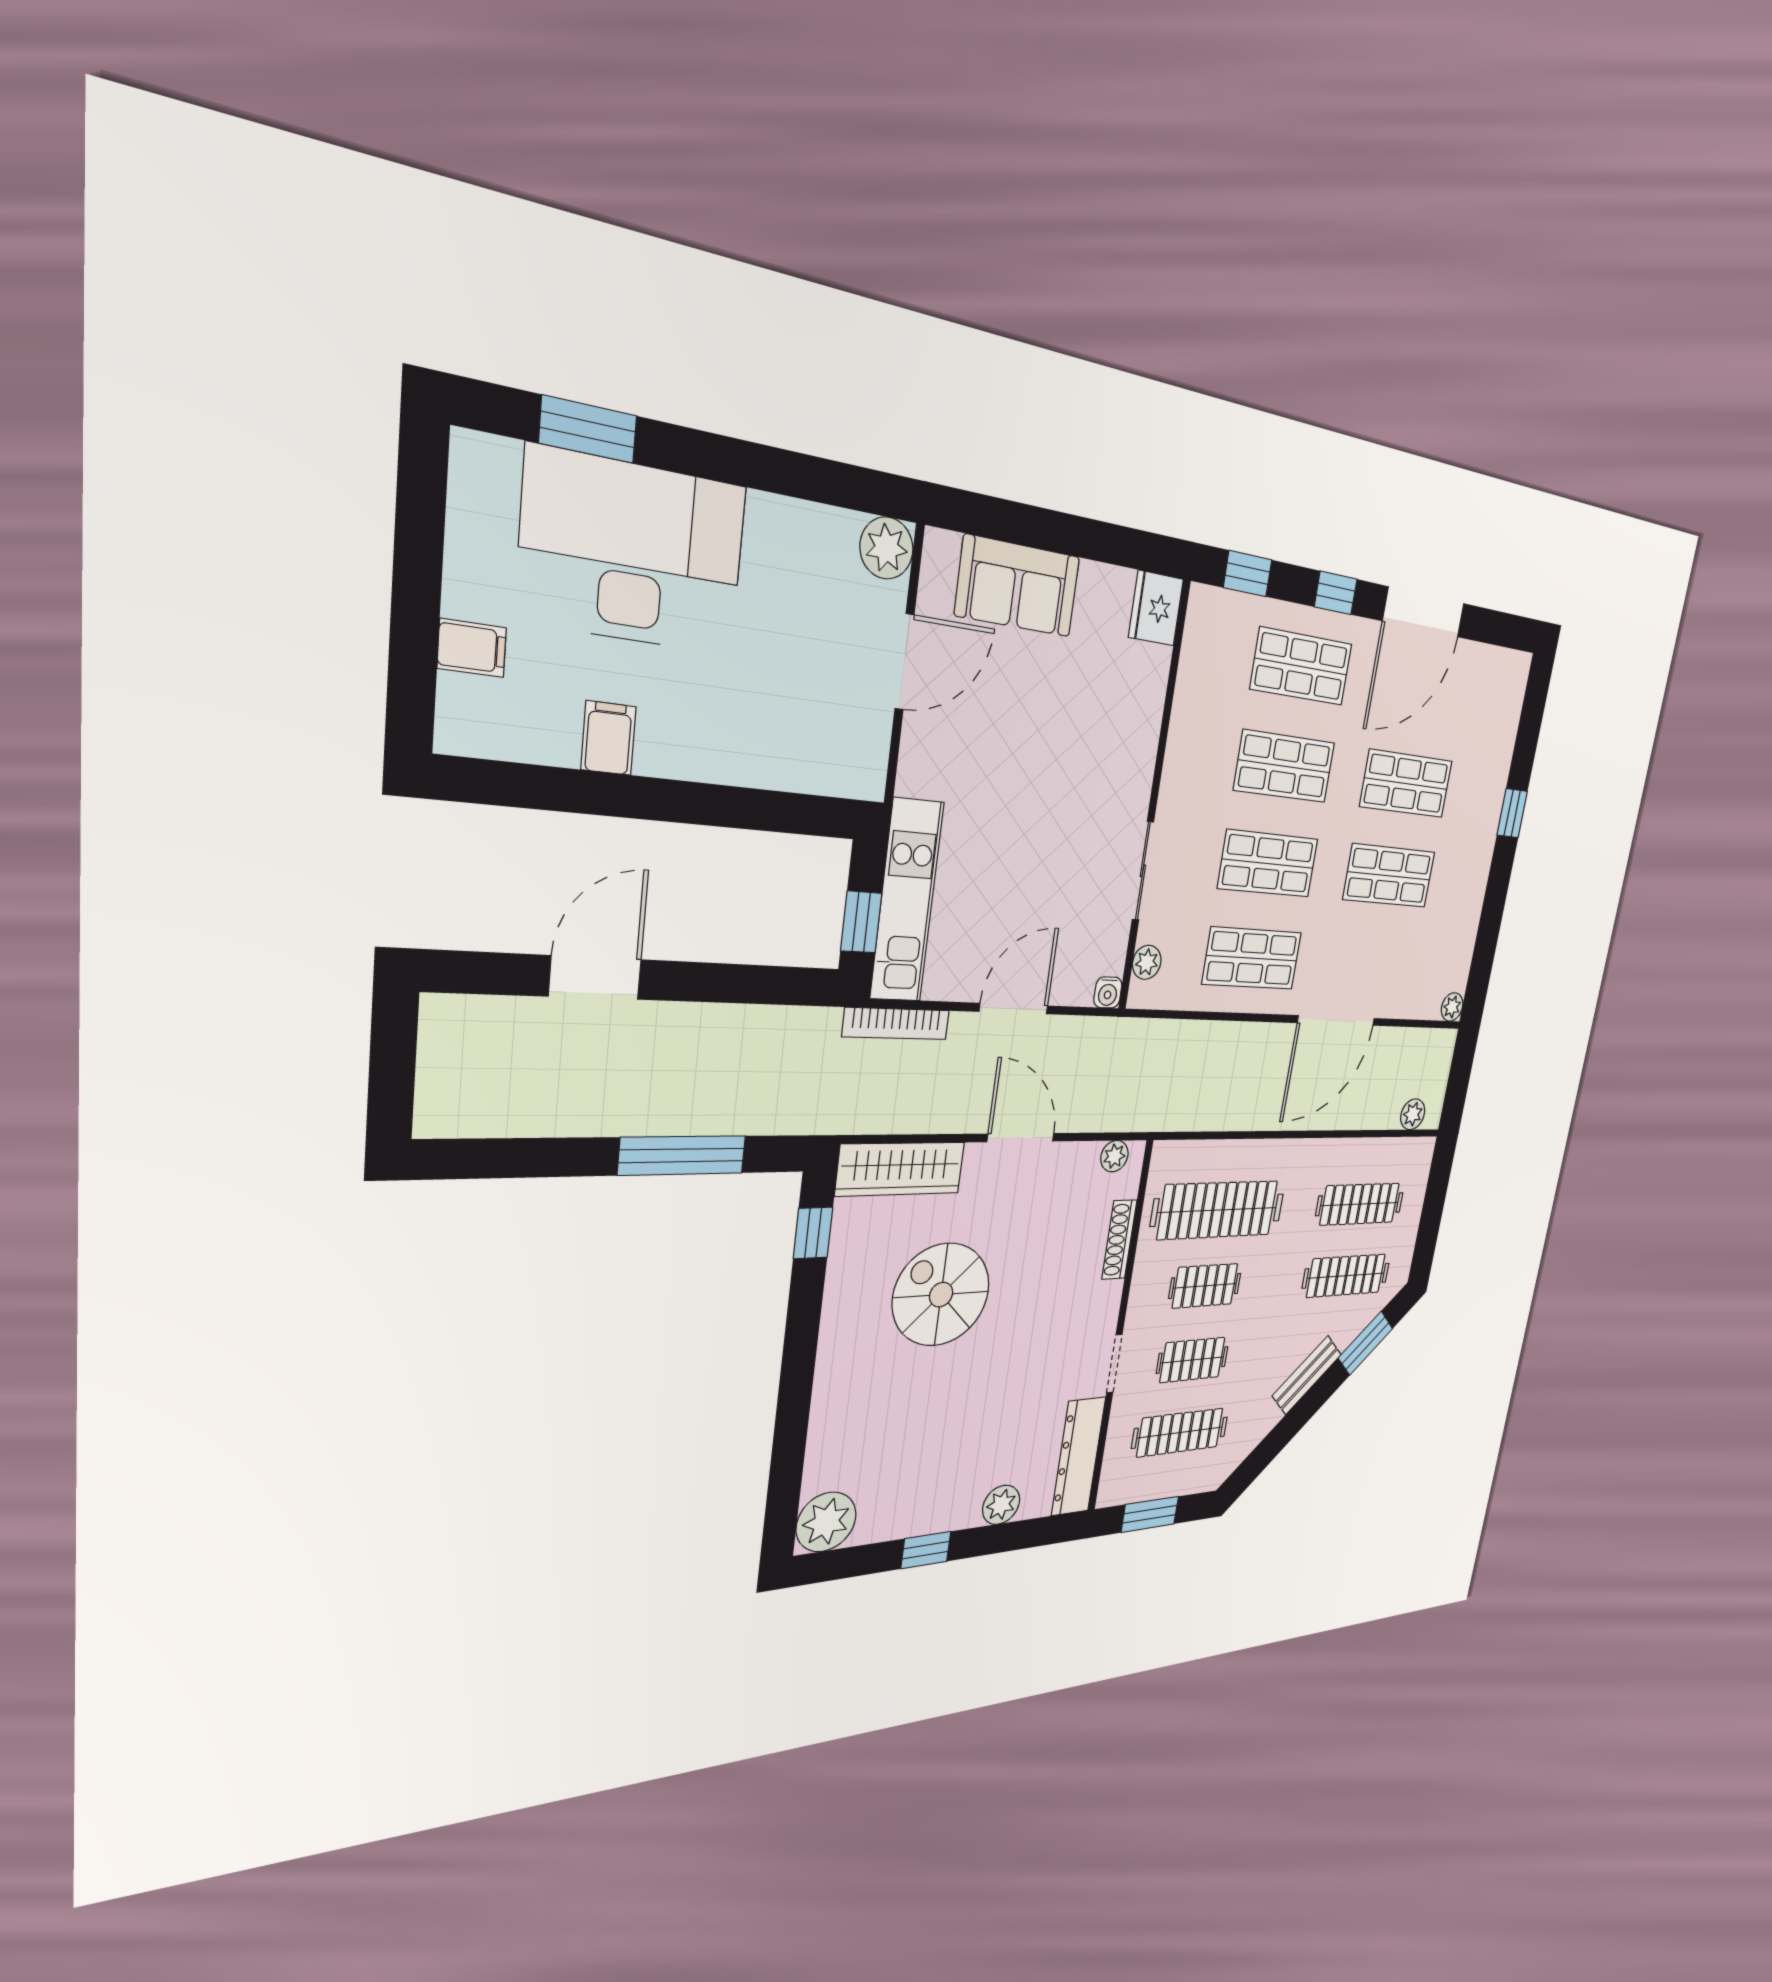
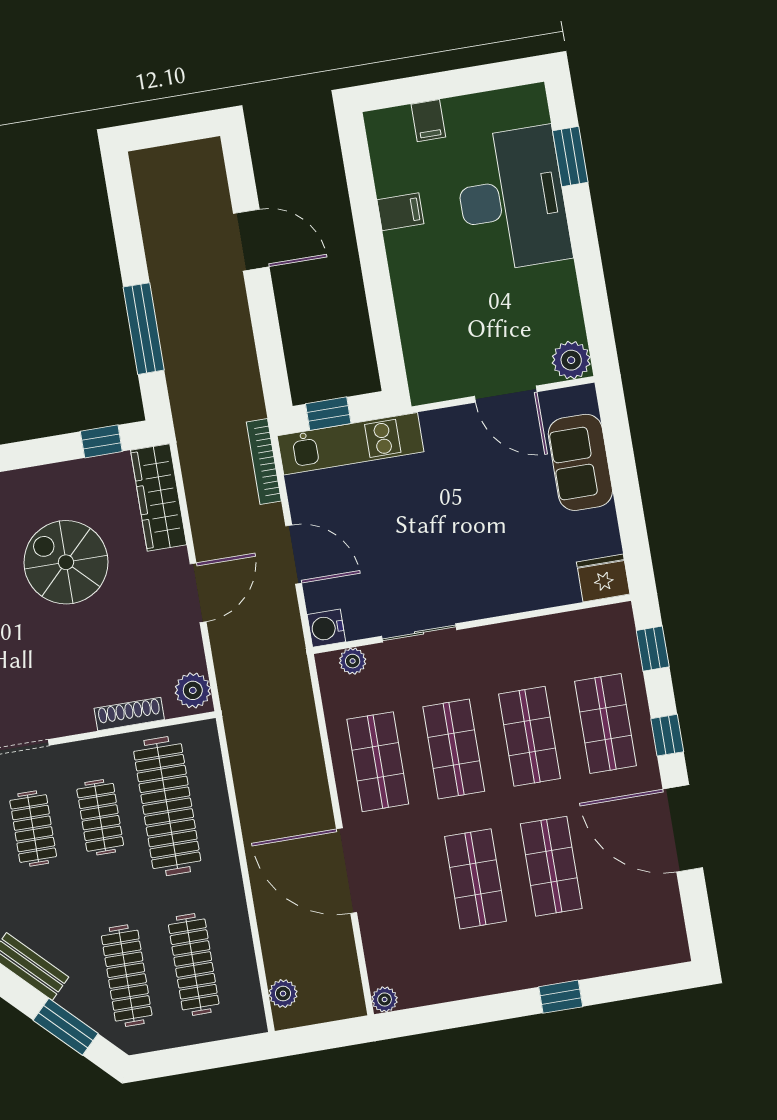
water cooler: (1108, 992) -> (326, 628), width x1.38, depth x1.38
plant: (1114, 1156) -> (193, 690), width x1.38, depth x1.38
spiral stairs: (941, 1295) -> (66, 562), turned -90

